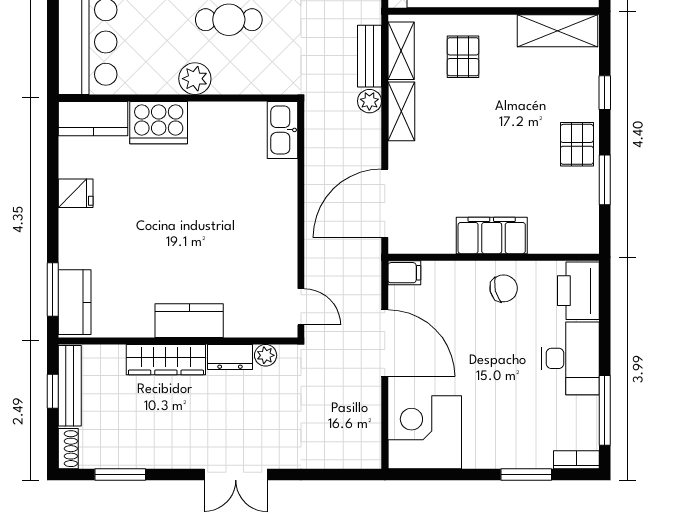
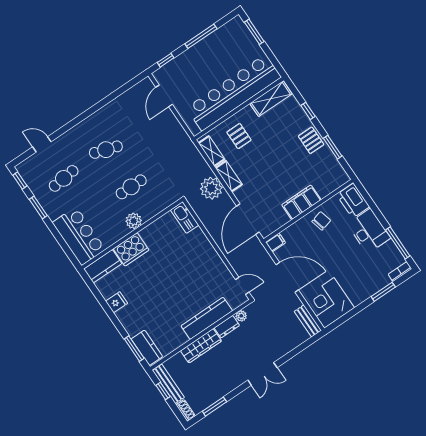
bench: (369, 56) -> (308, 321), moved
plant: (369, 101) -> (211, 188), width x1.88, depth x1.88
kitchen counter: (189, 321) -> (207, 318), width x1.50

